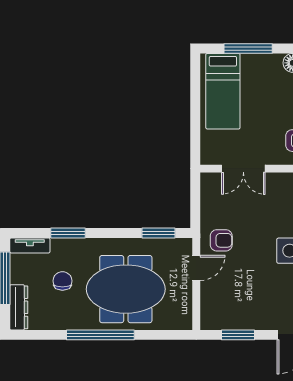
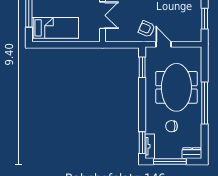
window: (68, 233) -> (142, 143), moved
armchair: (221, 240) -> (147, 29), turned -67
dresser: (19, 307) -> (192, 153), width x0.70

